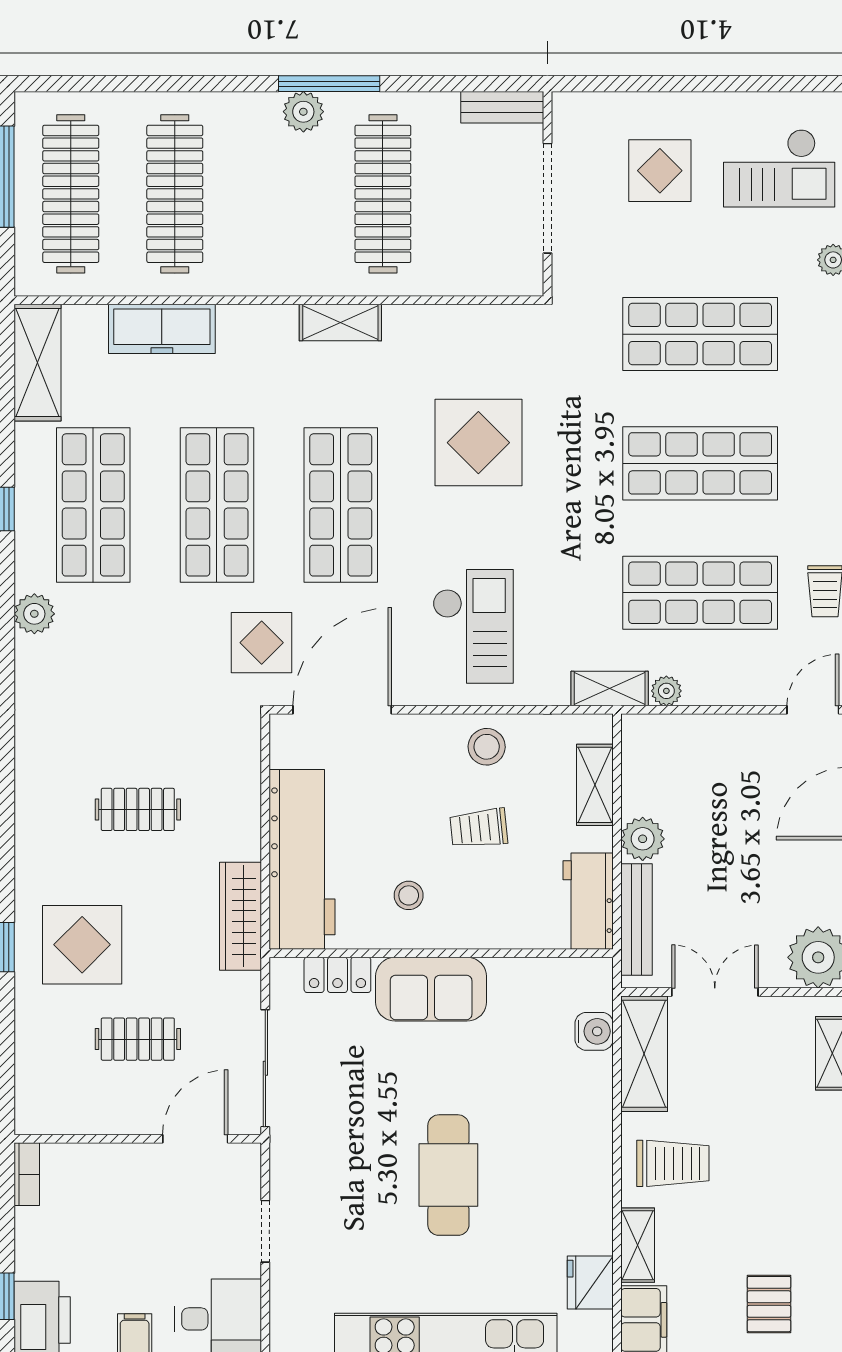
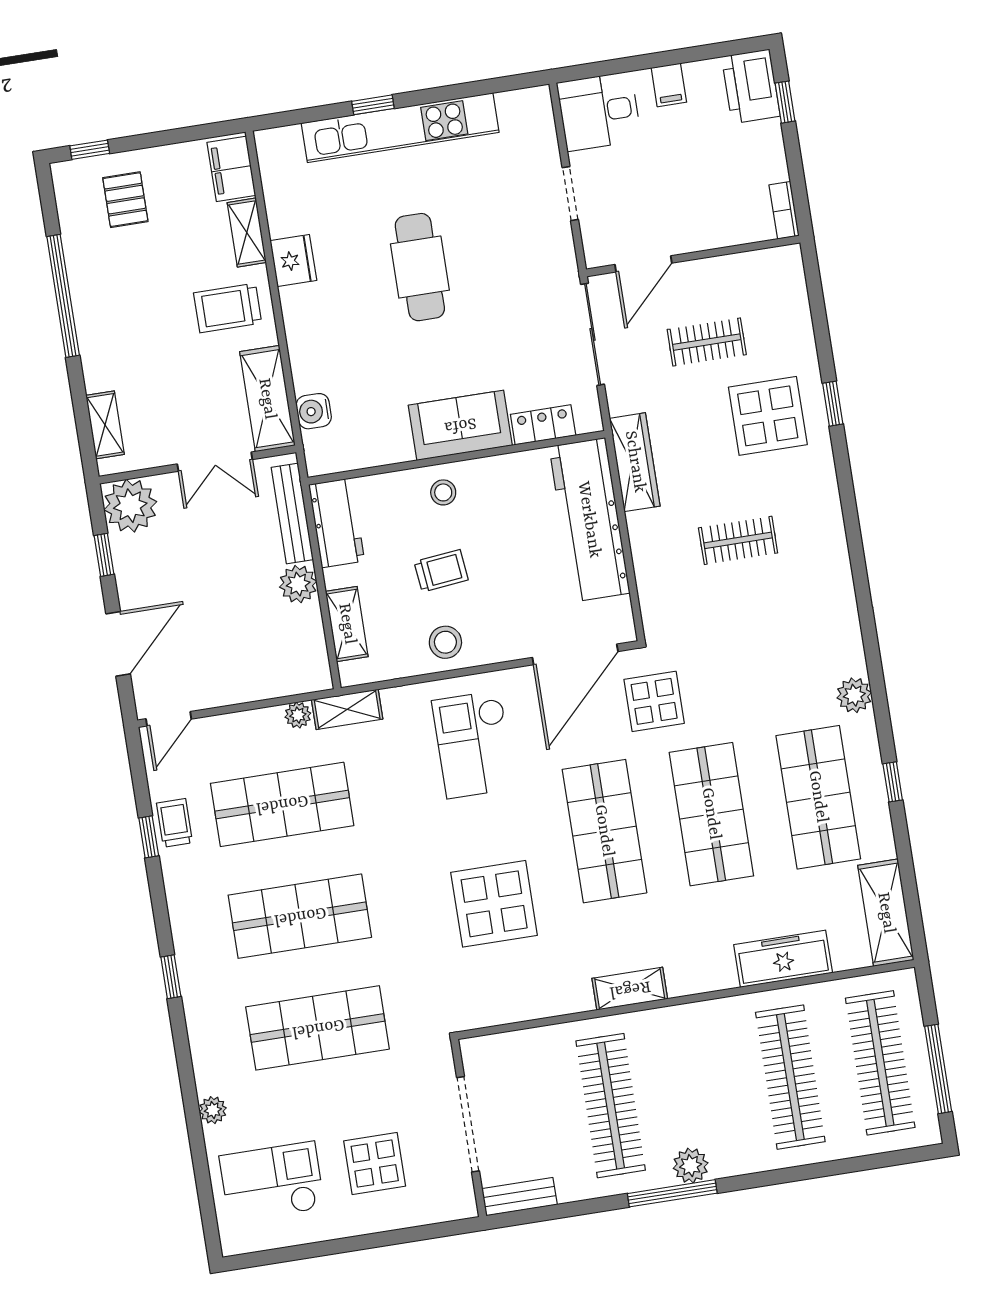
stool: (409, 895) -> (443, 492), moved
fridge: (590, 1282) -> (293, 261), moved

